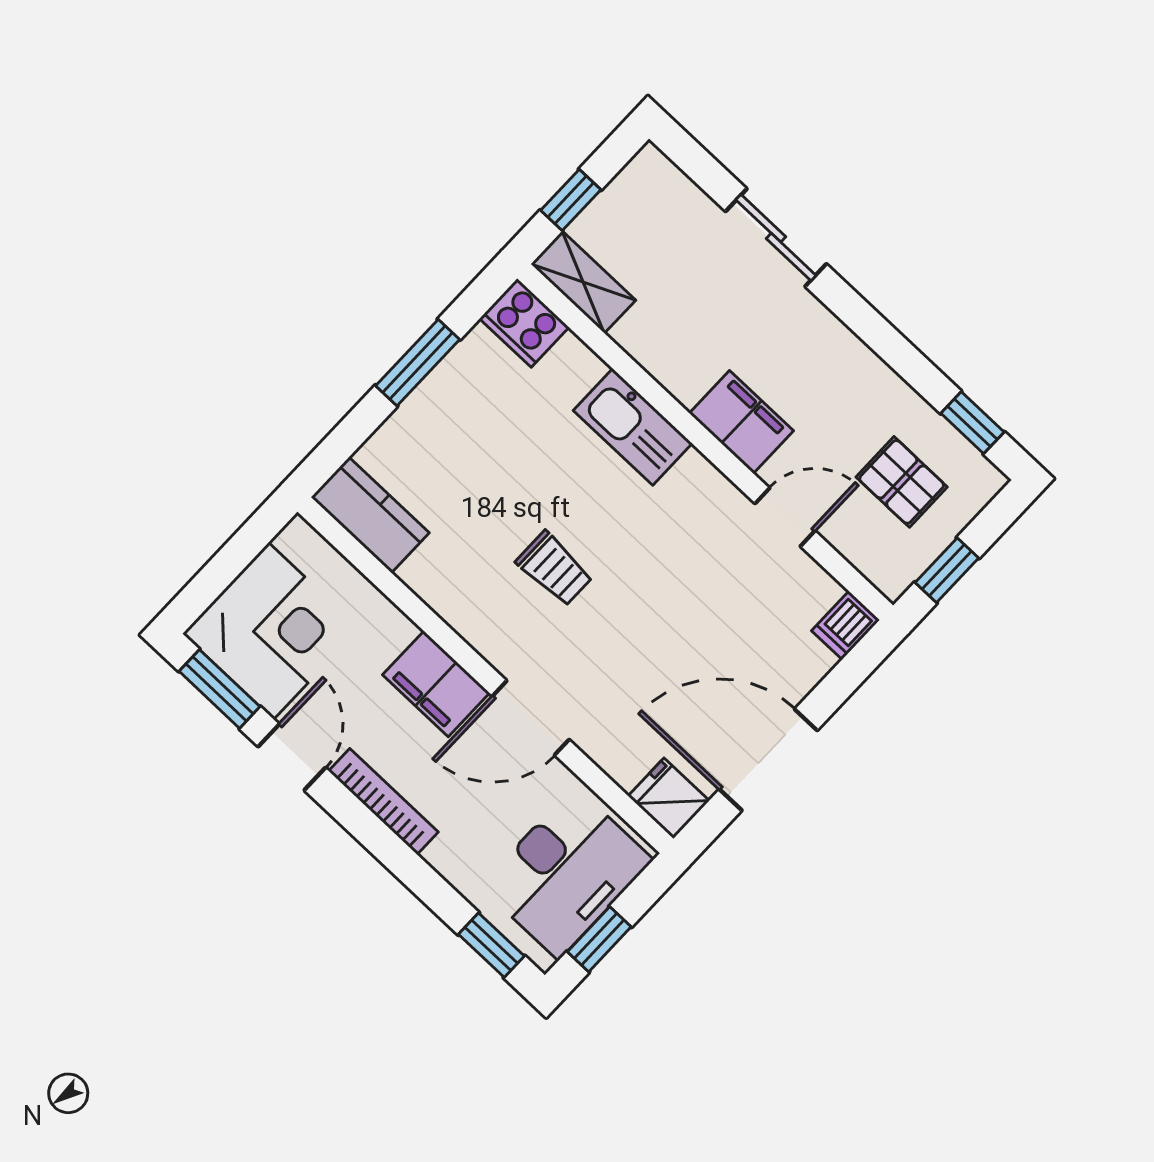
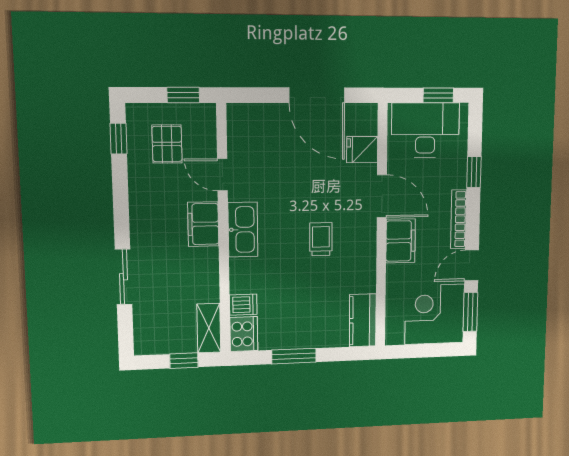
kitchen sink: (633, 427) -> (243, 230), moved
dishwasher: (846, 625) -> (243, 305), moved
fridge: (669, 798) -> (362, 150), moved, turned 90
window: (491, 945) -> (474, 172), moved

